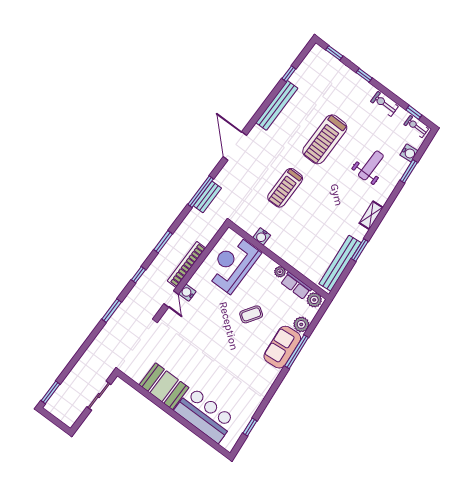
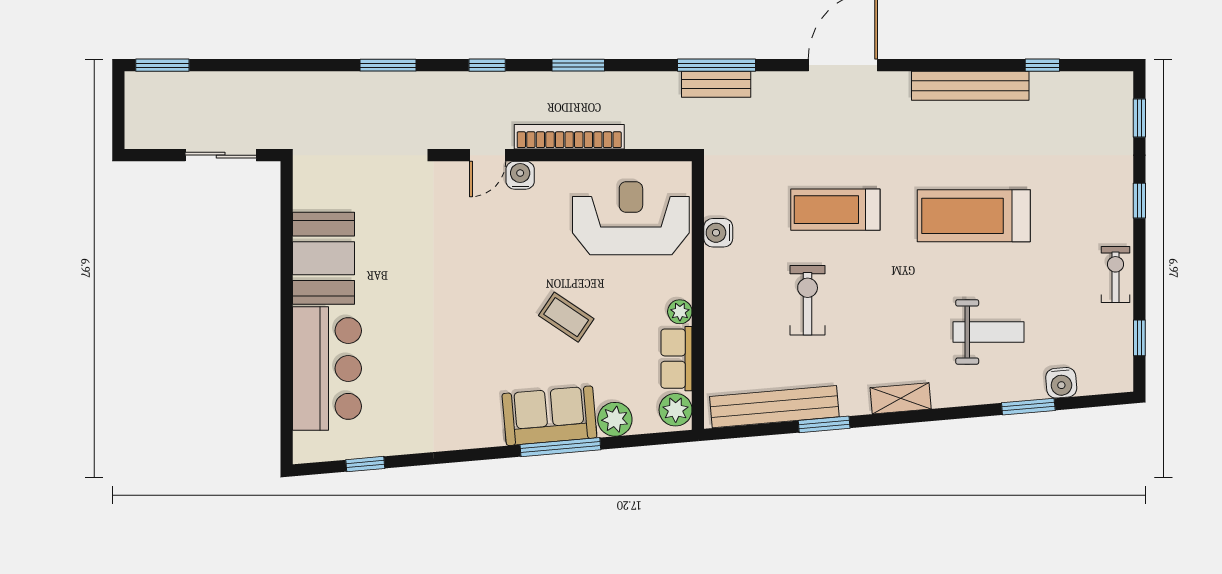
exercise bike: (416, 127) -> (808, 300), moved, width x1.38, depth x1.39

